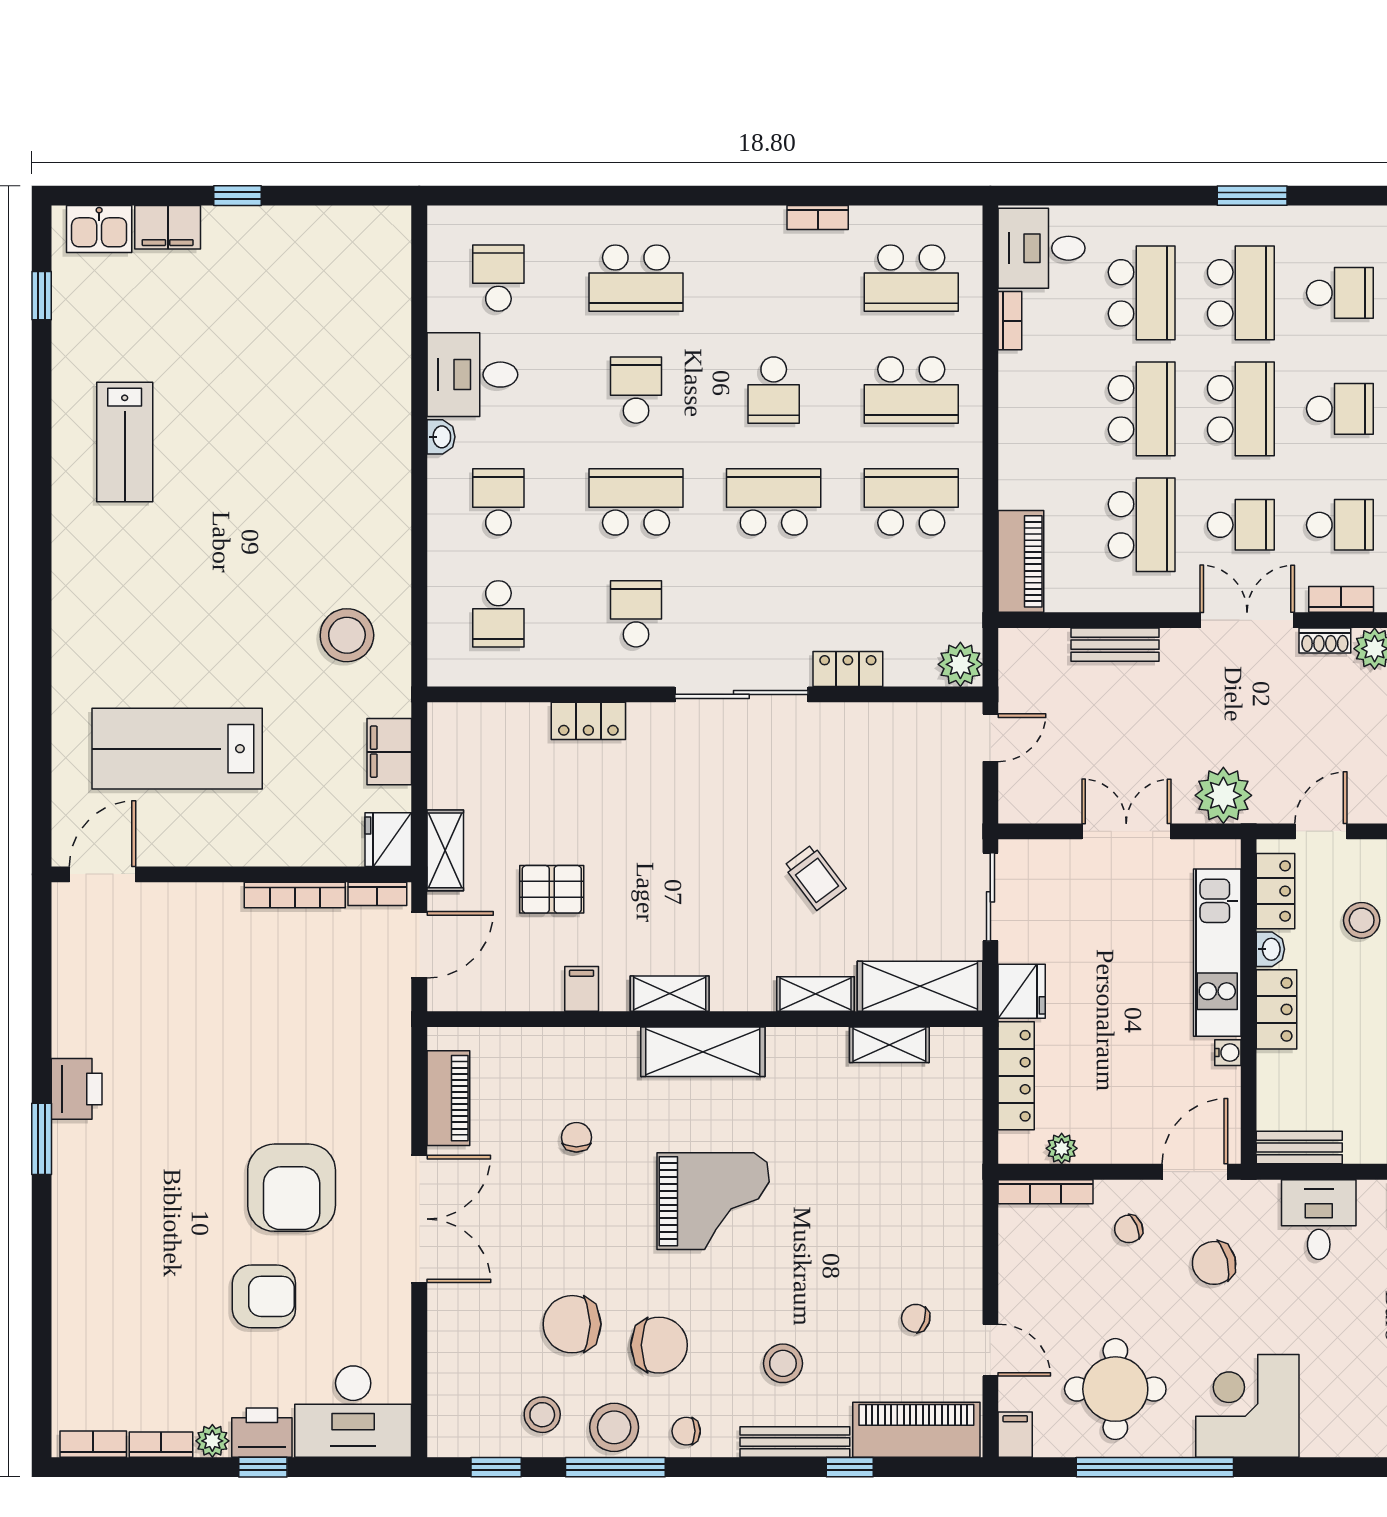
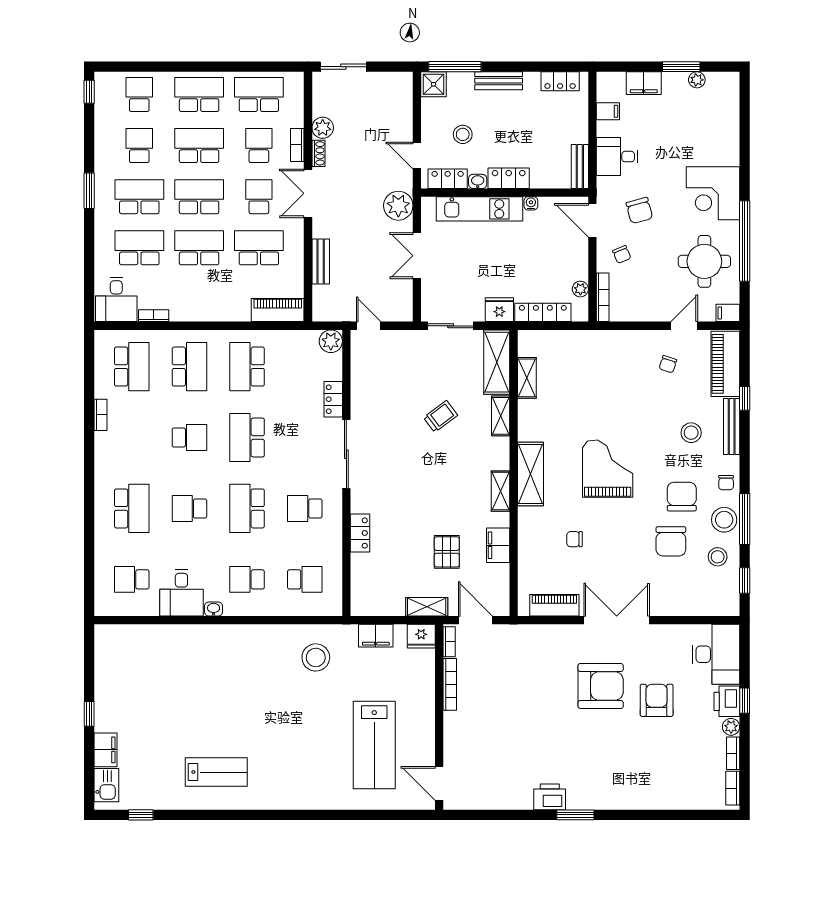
school desk: (1340, 409) -> (199, 146), width x1.85
filing cabinet: (582, 989) -> (498, 545), width x2.00

